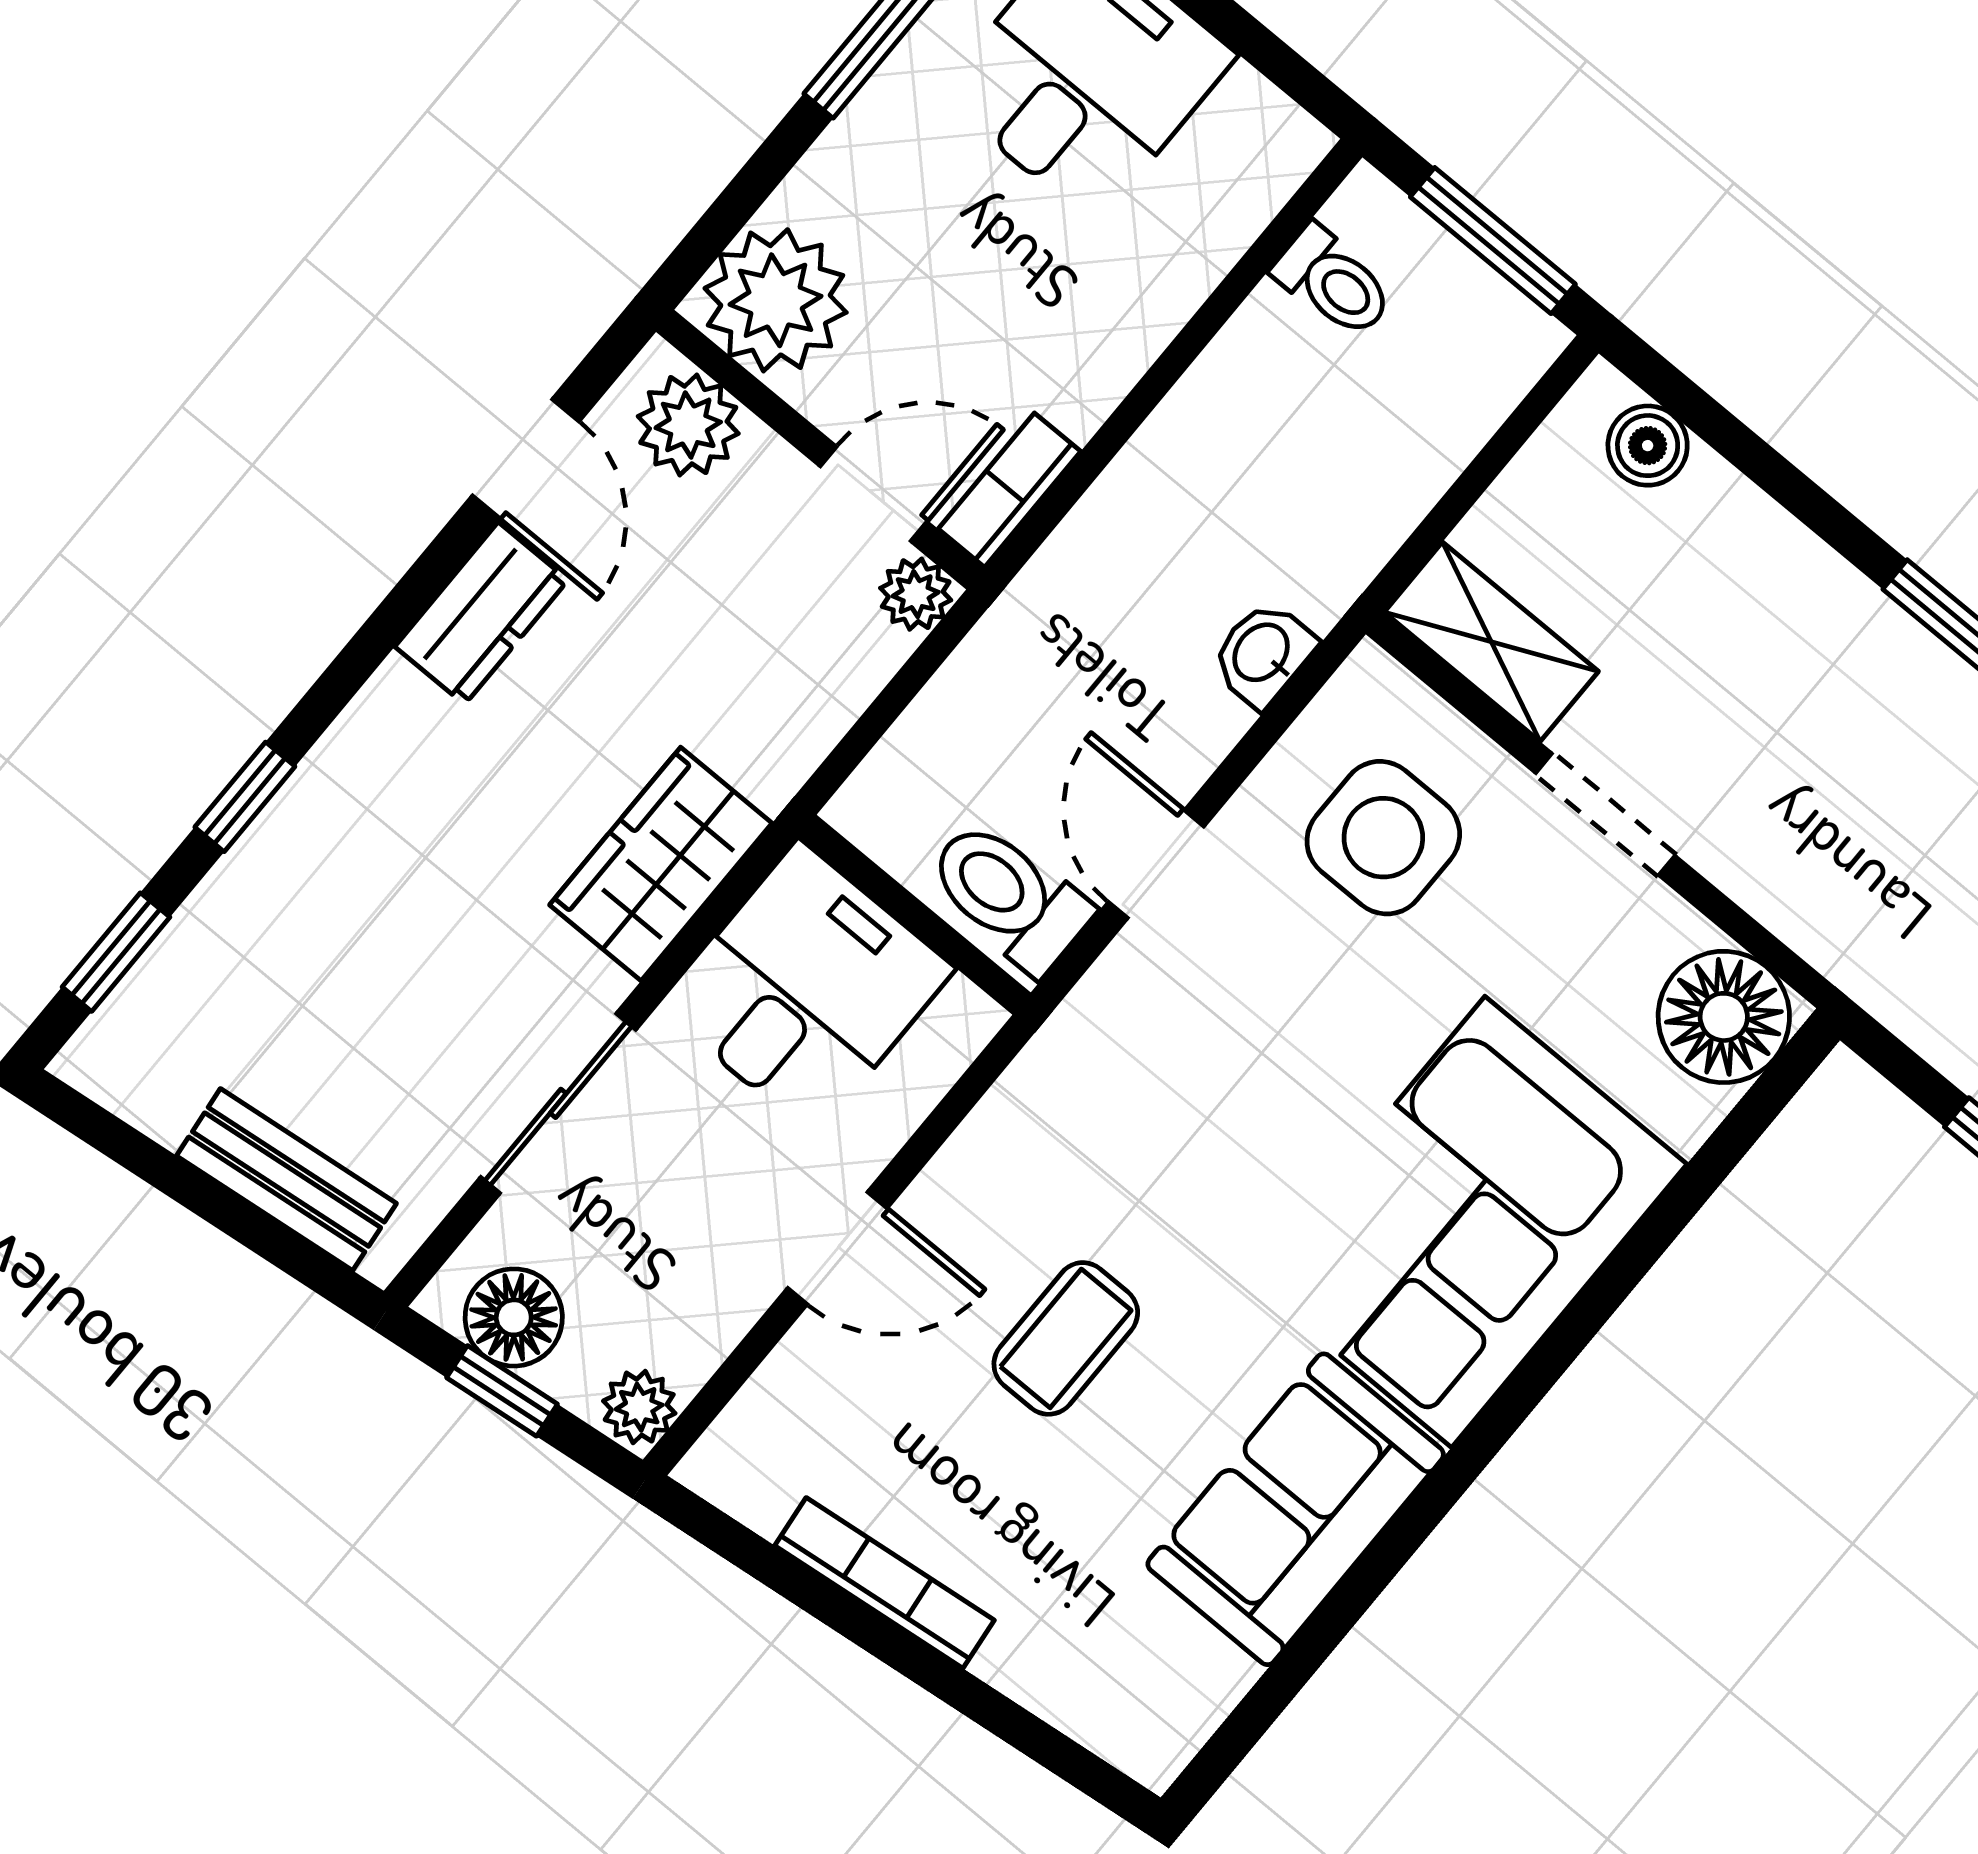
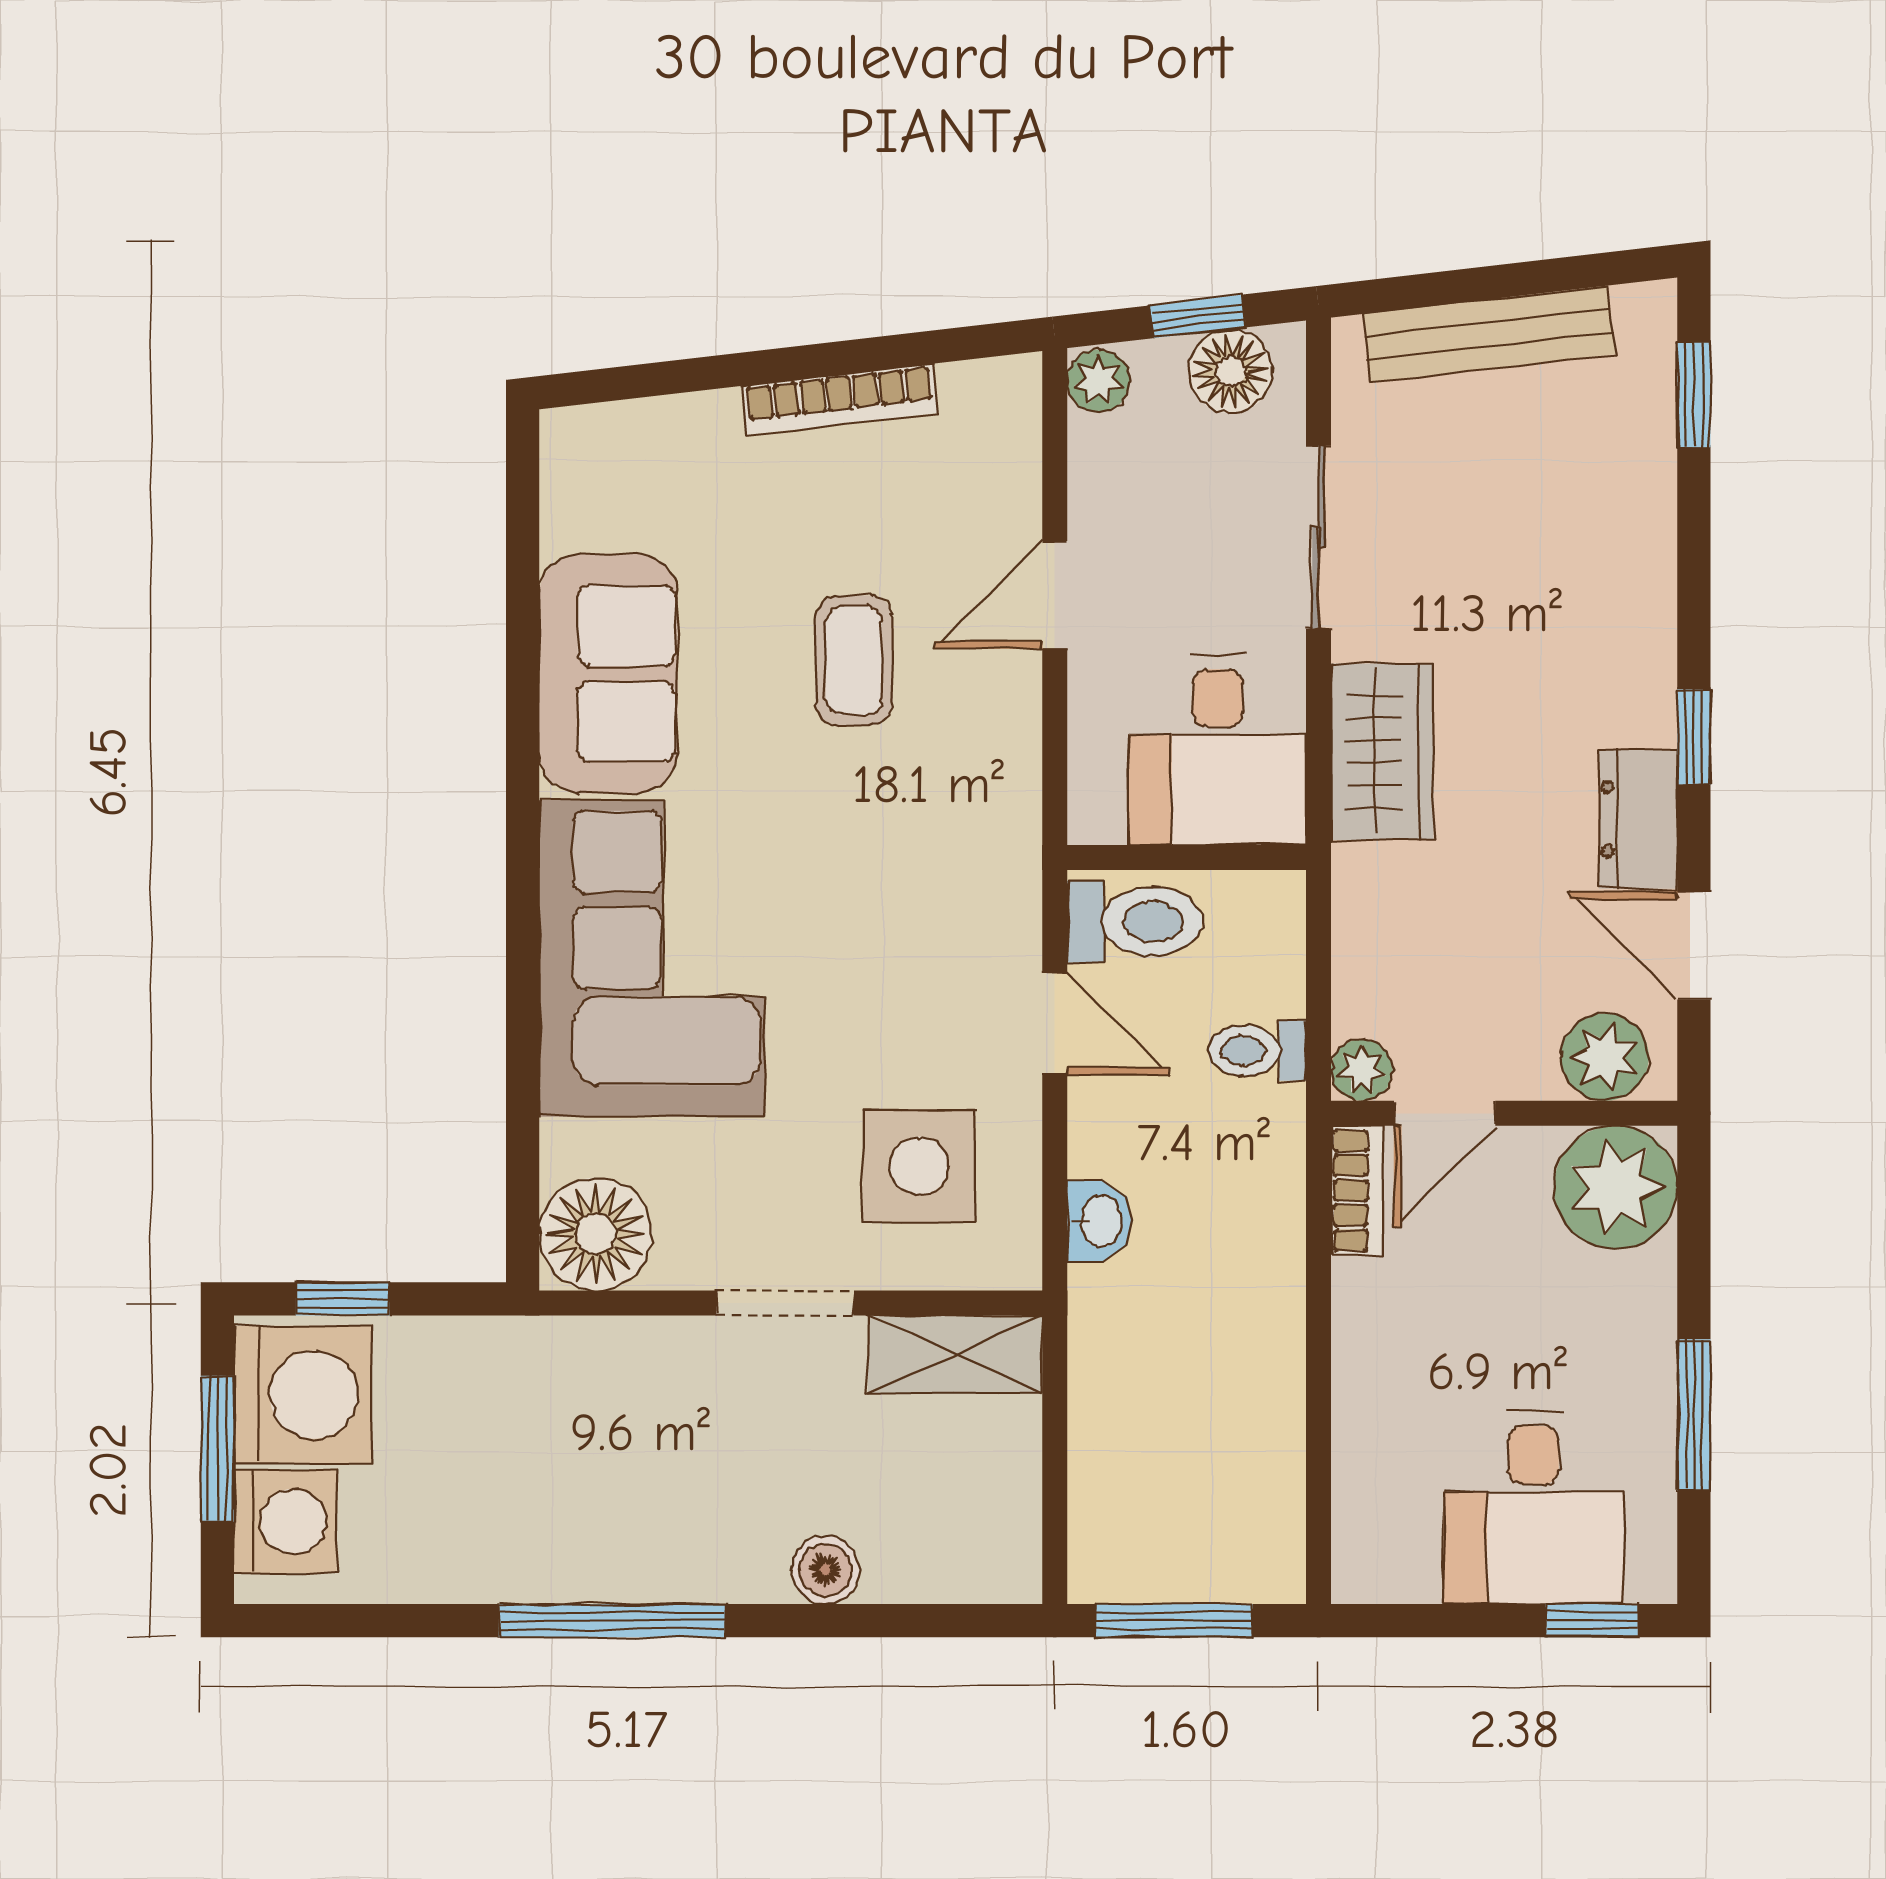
toilet: (1333, 282) -> (1257, 1051), moved
boiler: (1648, 446) -> (825, 1570), moved
window: (245, 797) -> (1694, 737), moved
bench: (287, 1180) -> (1489, 334), width x1.36

